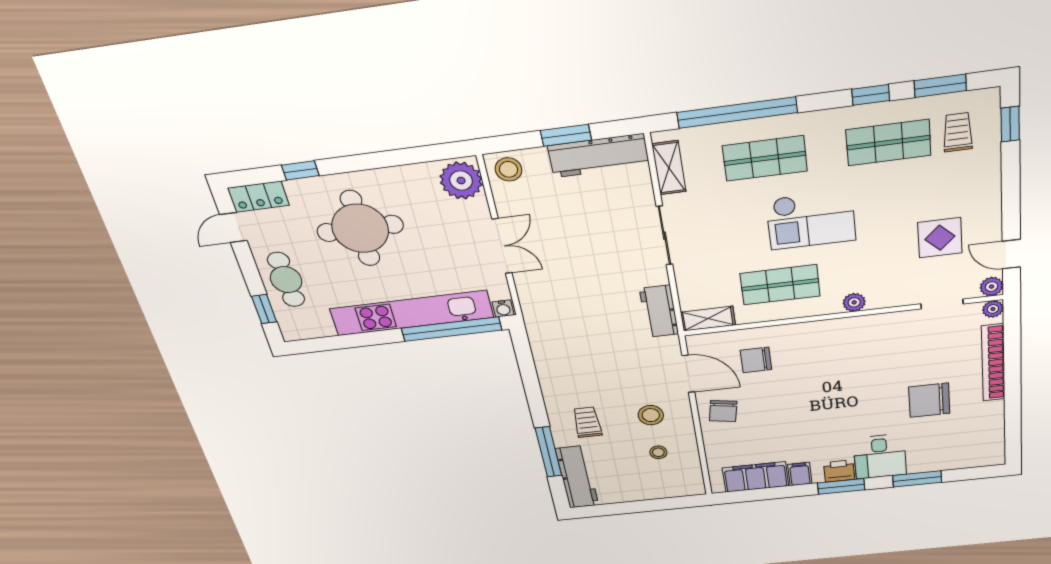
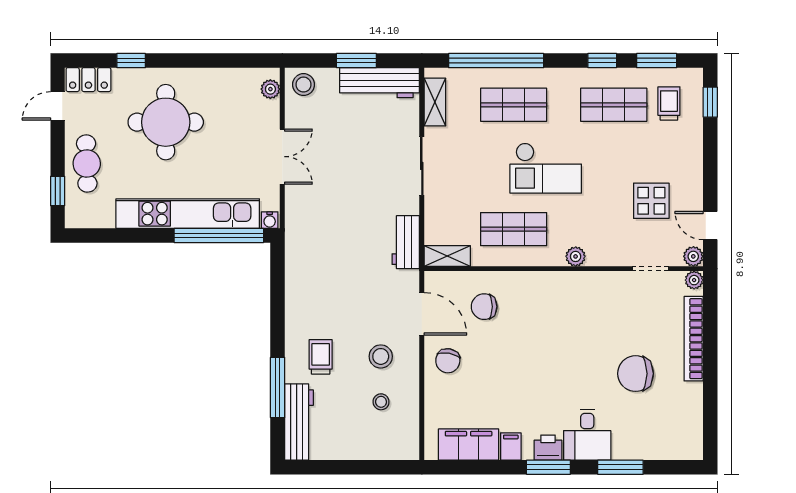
plant: (461, 181) -> (270, 89), width x0.53, depth x0.53

